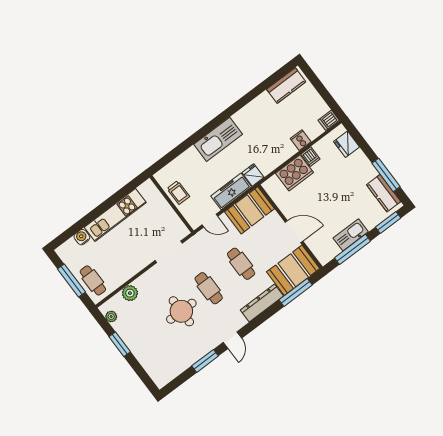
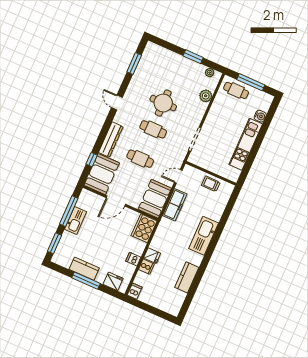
kitchen counter: (286, 86) -> (187, 277), moved
cooker: (294, 173) -> (144, 228), moved
fridge: (253, 175) -> (152, 256), moved
window: (386, 175) -> (86, 281), moved
kitchen counter: (384, 193) -> (84, 269), moved
window: (296, 292) -> (92, 160), width x0.46
window: (205, 361) -> (134, 64), moved

